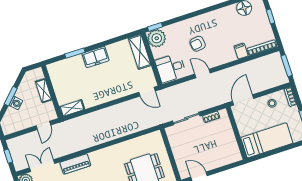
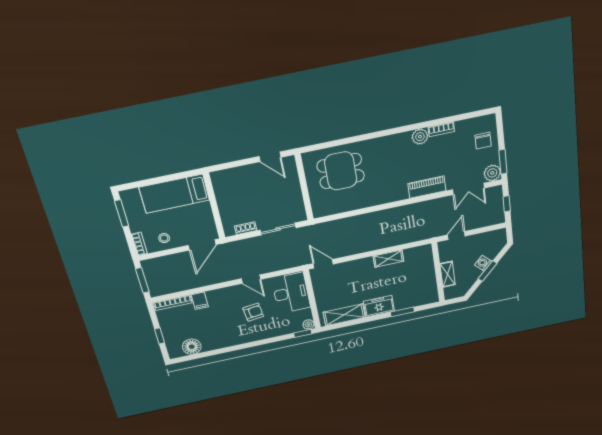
plant: (157, 38) -> (308, 324), width x0.53, depth x0.53
shelving: (140, 52) -> (344, 315), moved, turned 90
desk: (171, 68) -> (291, 293), width x1.37
shelving: (72, 108) -> (388, 259), moved

